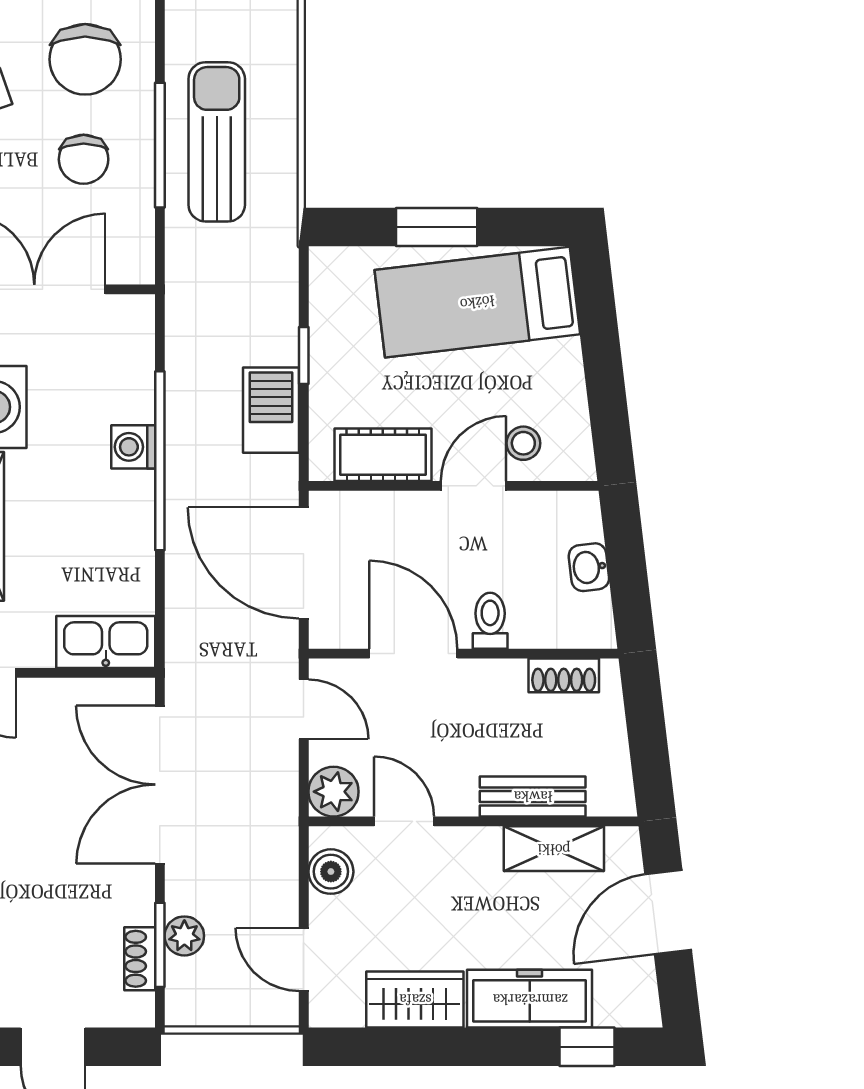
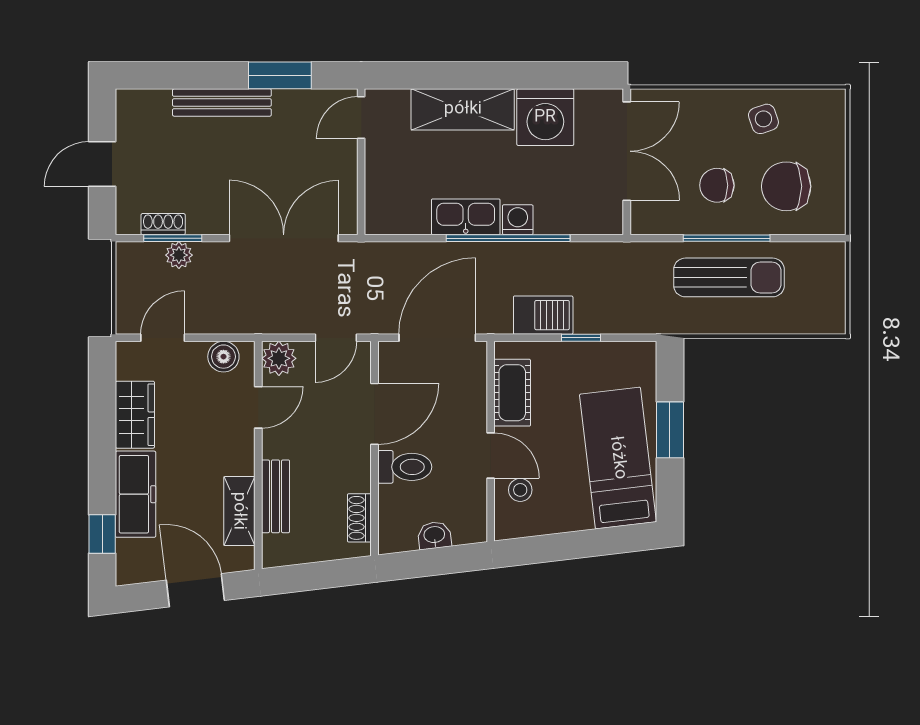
toilet: (490, 621) -> (405, 467), width x1.37, depth x1.39
kitchen sink: (106, 642) -> (466, 217), moved, turned -90

